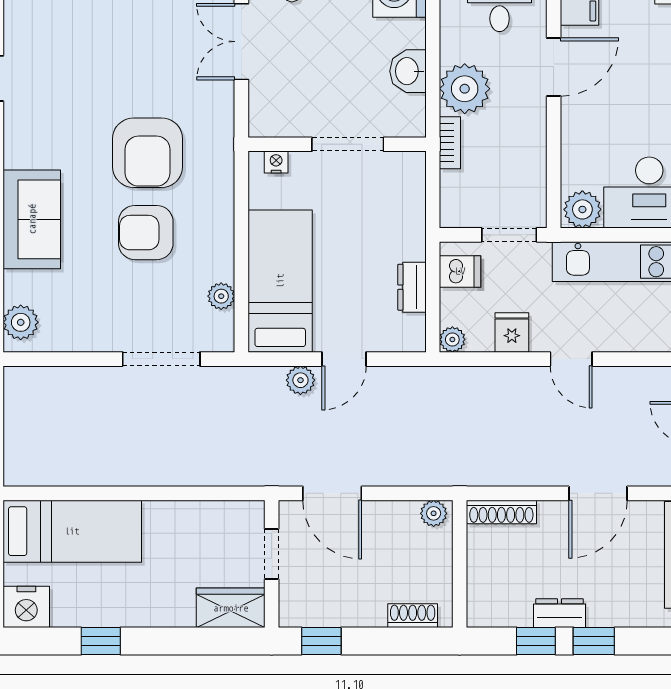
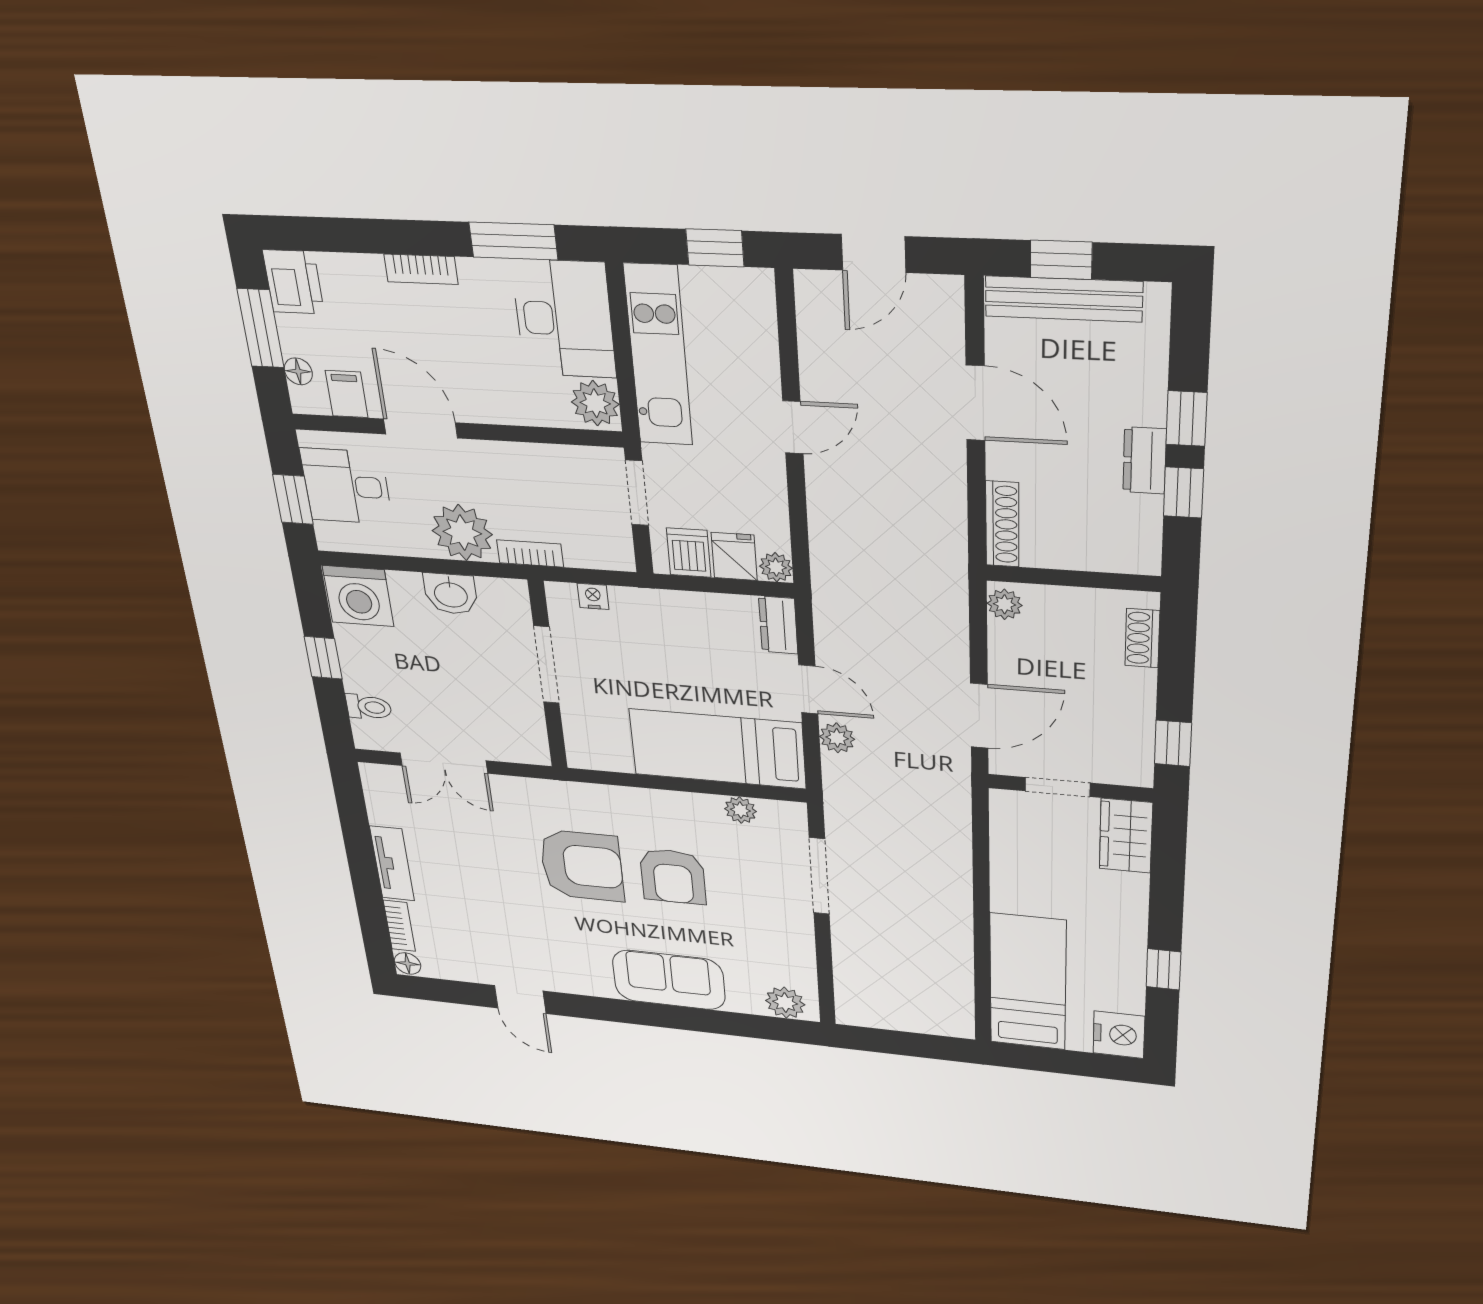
nightstand: (276, 162) -> (593, 596), moved, turned 90
dresser: (412, 287) -> (778, 625), moved, turned 90
fridge: (512, 332) -> (734, 556), moved, turned 90

